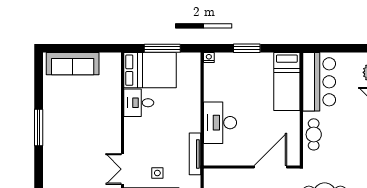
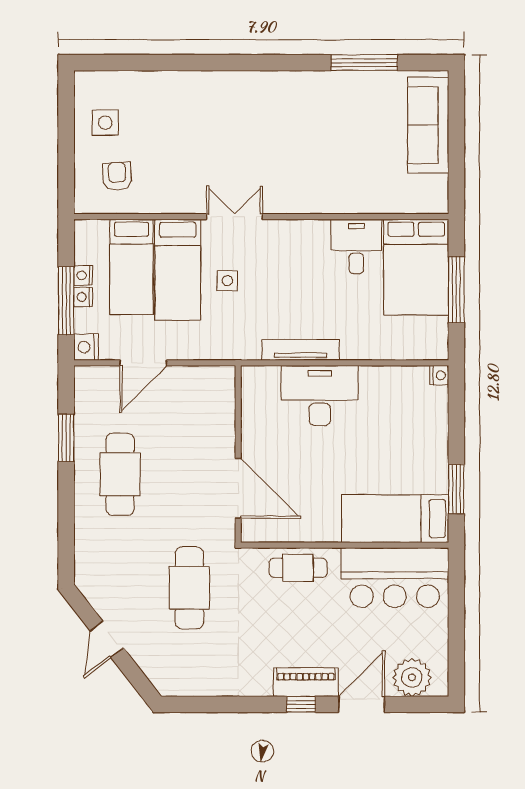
window: (247, 48) -> (456, 489), moved
window: (39, 127) -> (364, 63), moved
tv unit: (195, 154) -> (301, 350), moved

